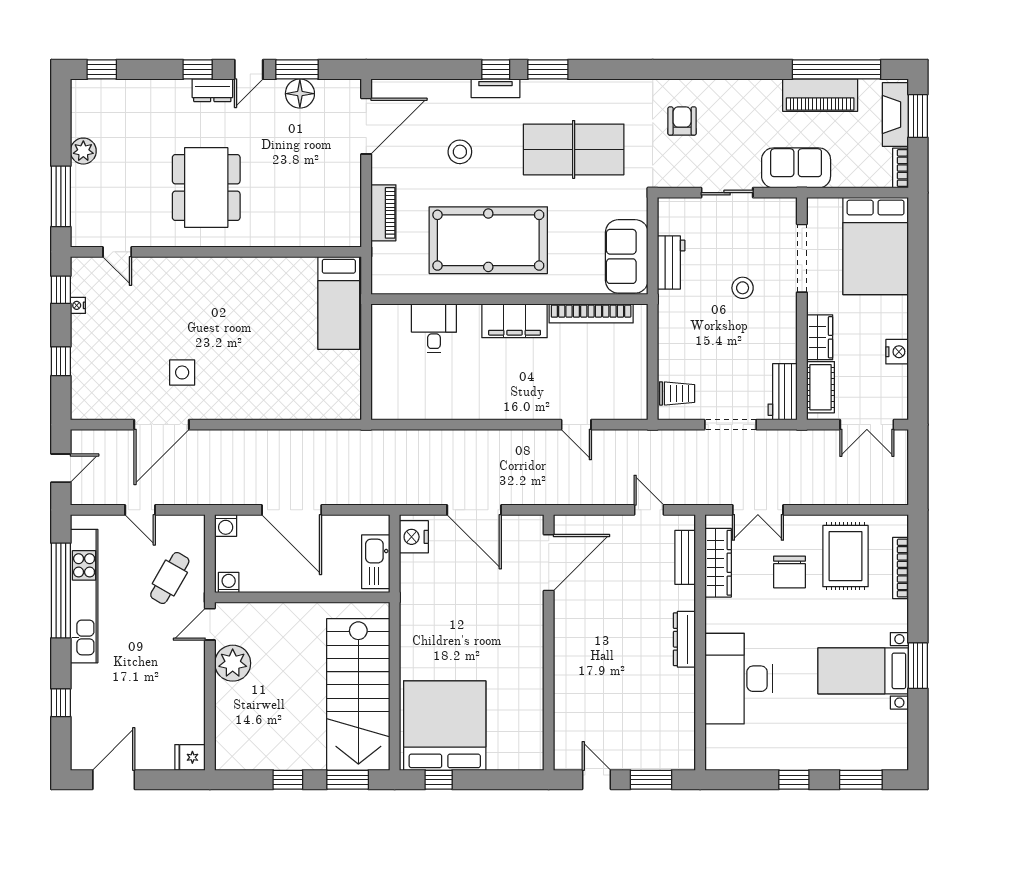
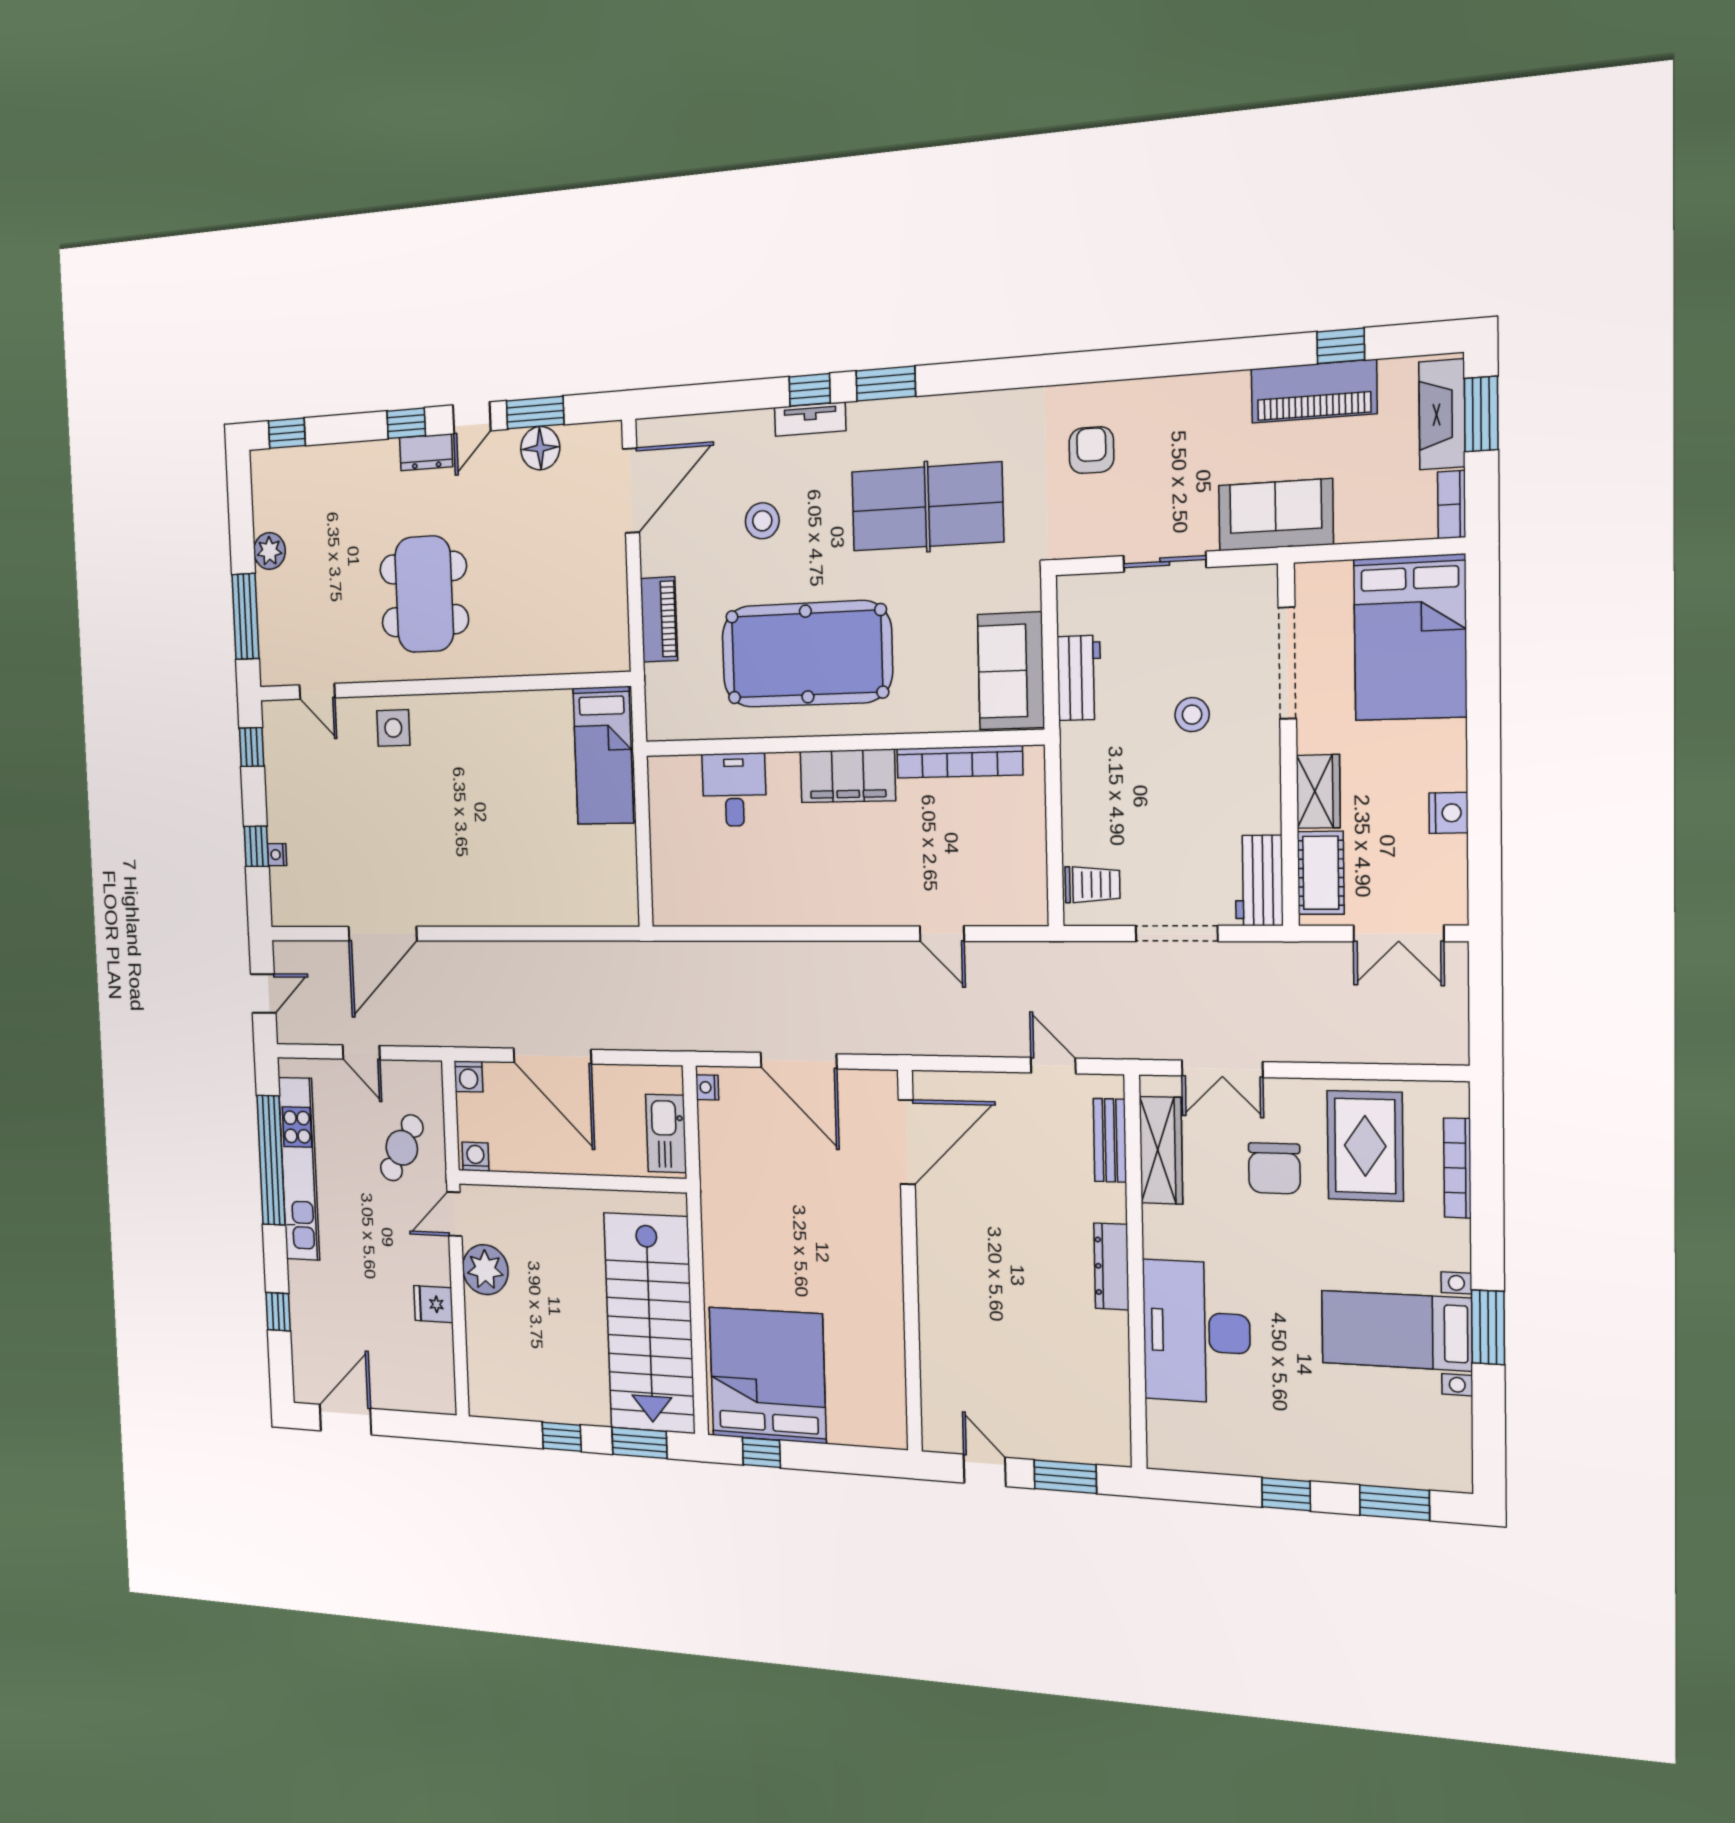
window: (836, 69) -> (1341, 346), width x0.32
nightstand: (78, 305) -> (277, 855), moved
side table: (182, 372) -> (393, 728), moved
nightstand: (414, 537) -> (707, 1087), width x0.53, depth x0.56
fridge: (190, 757) -> (433, 1304), moved

